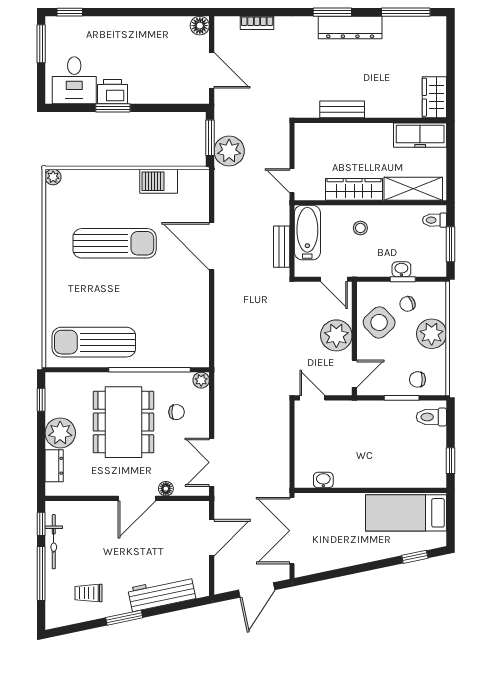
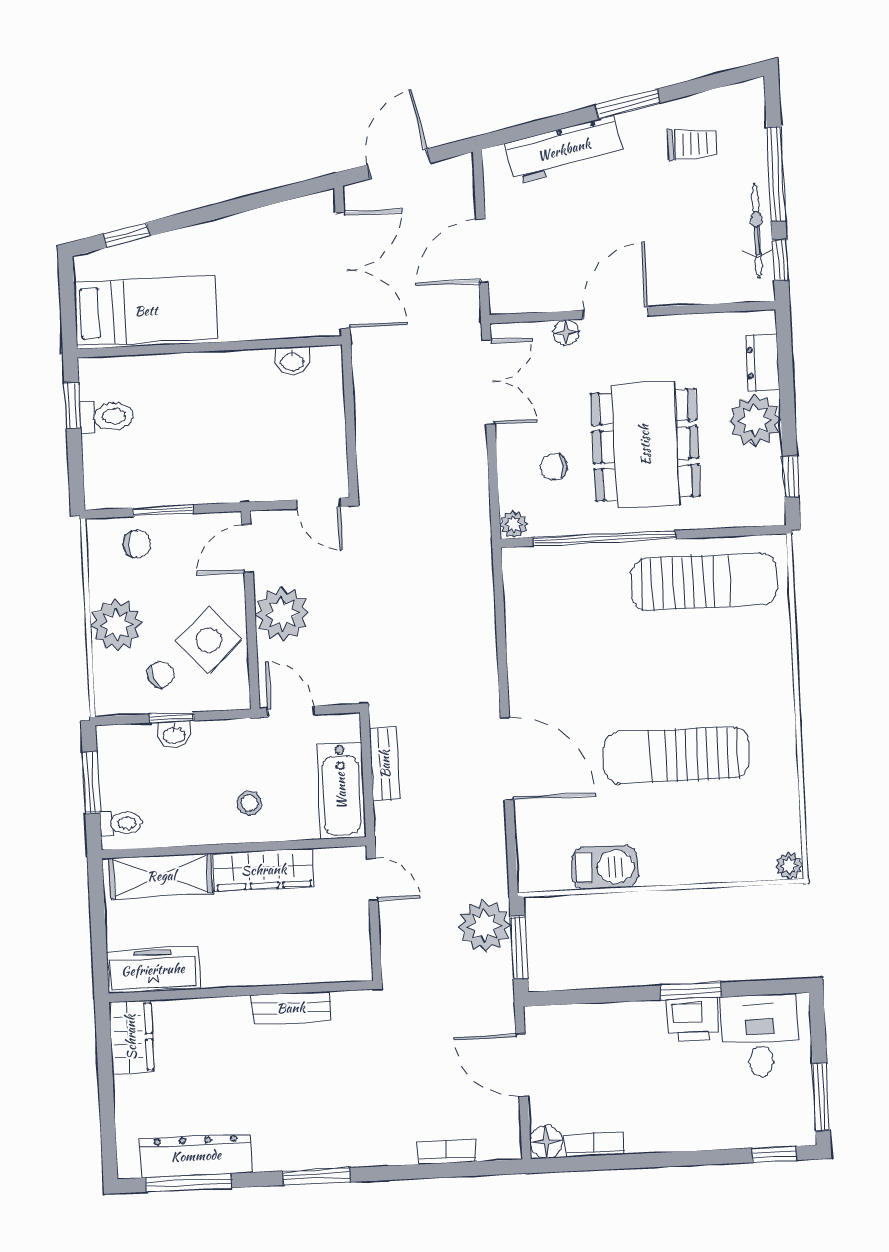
bookcase: (172, 23) -> (595, 1144), added
dresser: (350, 28) -> (196, 1156), moved
toilet: (431, 417) -> (106, 417), moved

